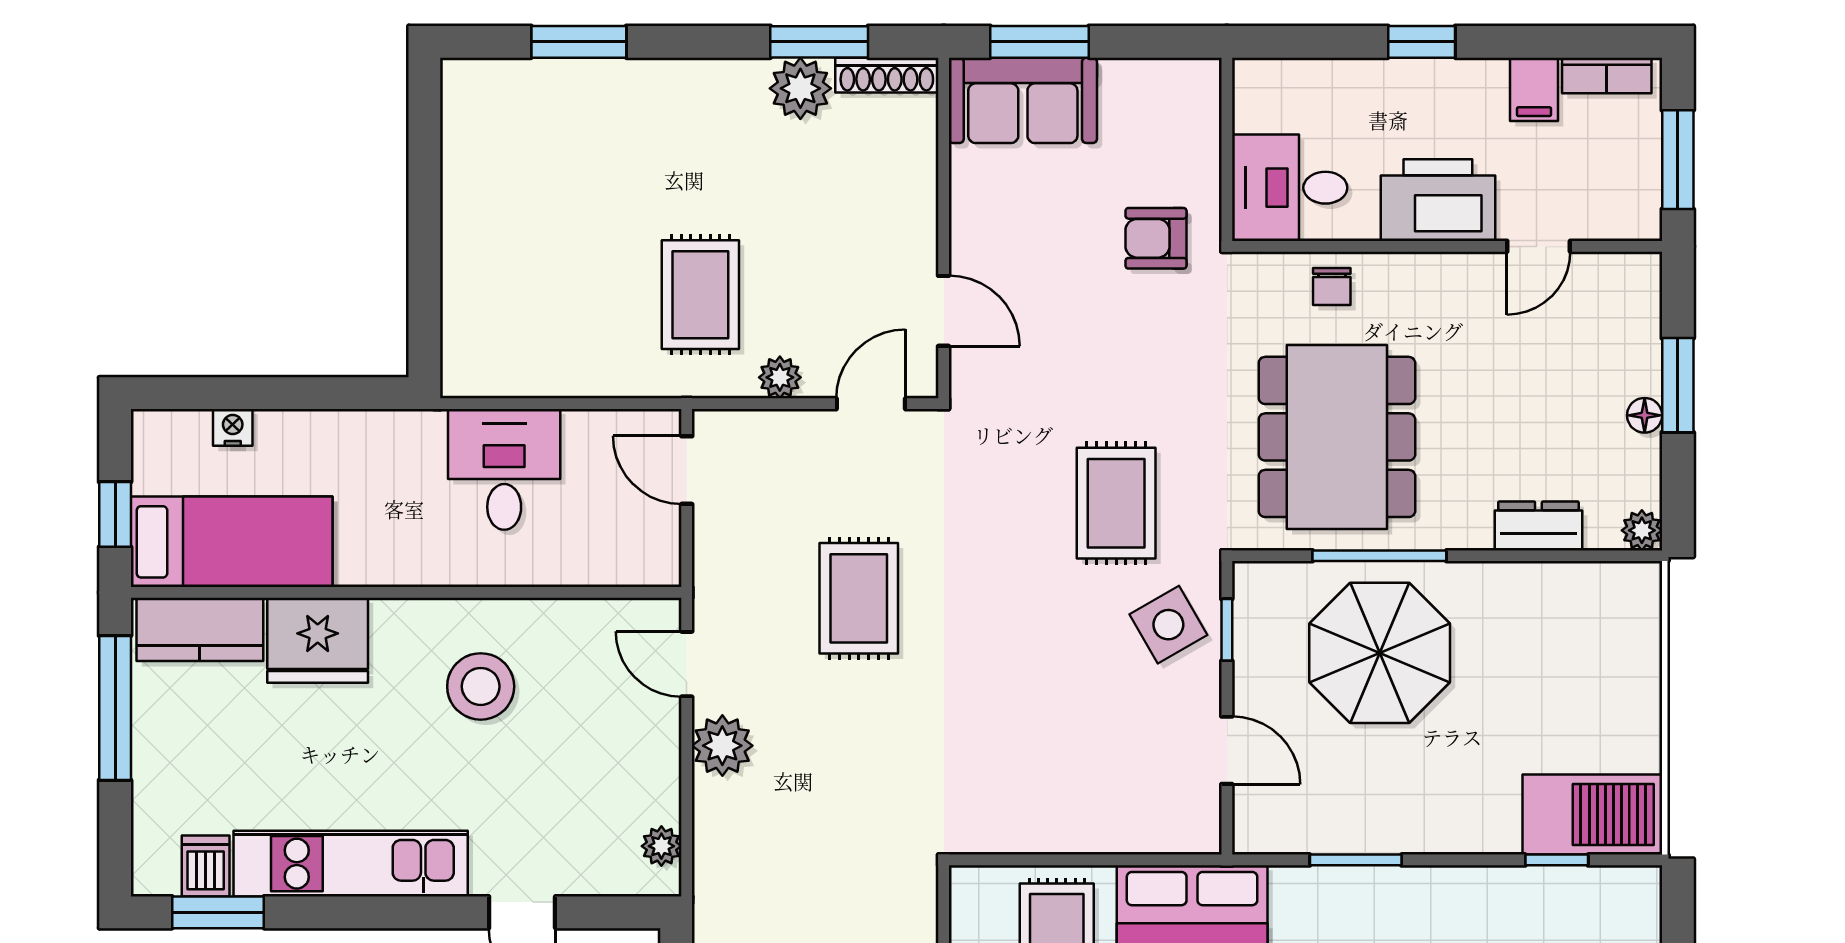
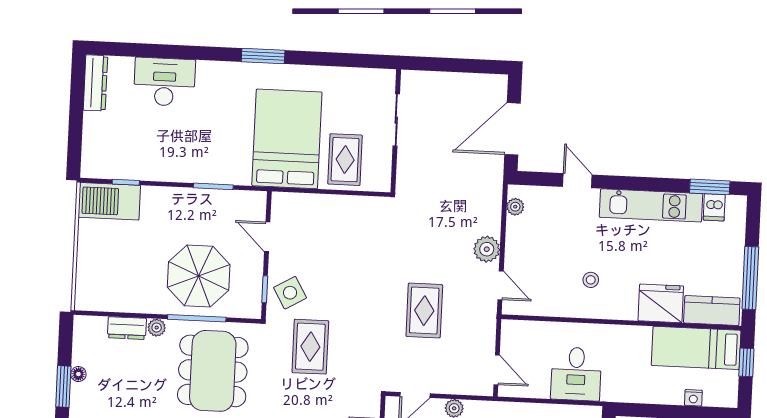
plant: (1642, 530) -> (157, 328), moved
stool: (481, 686) -> (591, 280), width x0.53, depth x0.53

